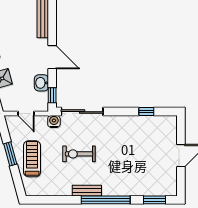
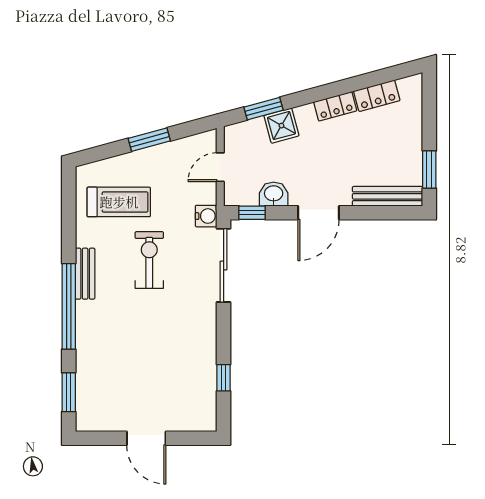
treadmill: (32, 159) -> (119, 202), moved

